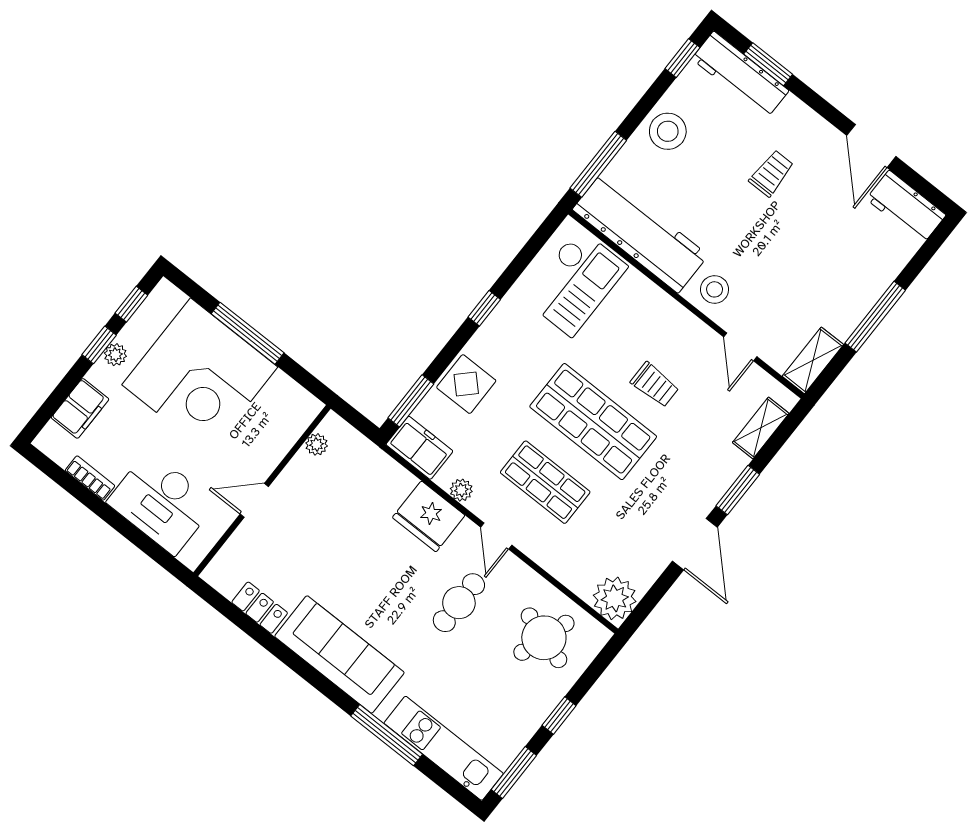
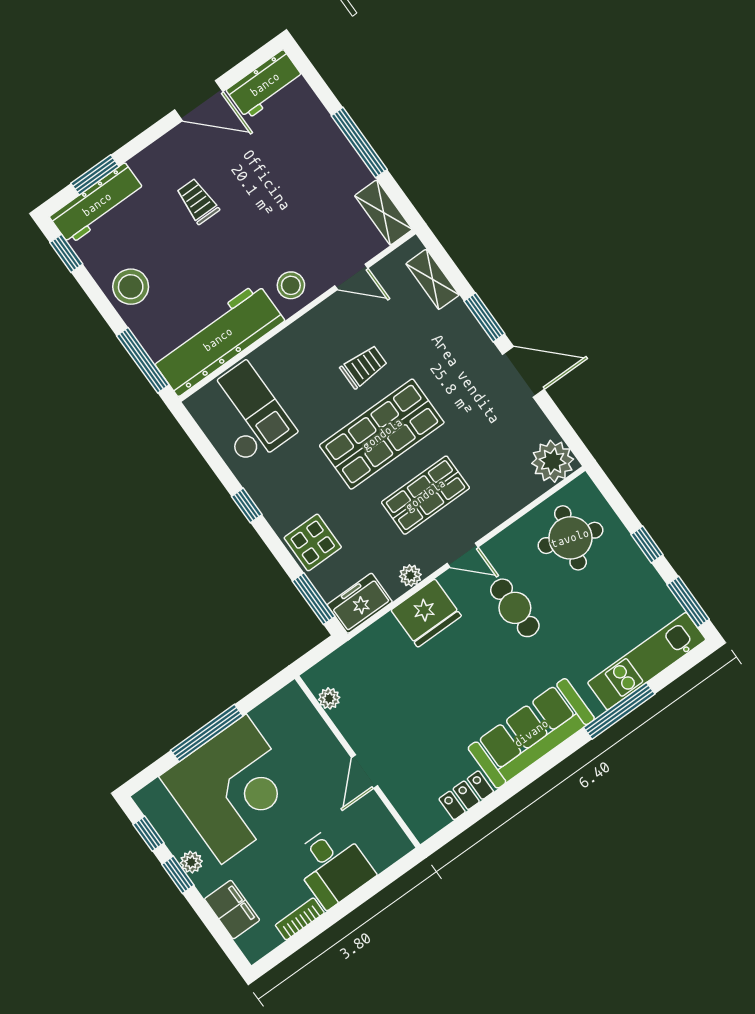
desk: (161, 503) -> (332, 866), width x0.73

